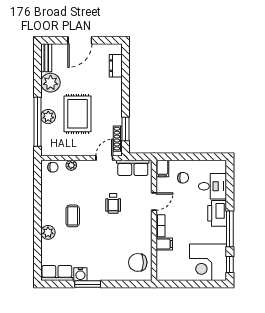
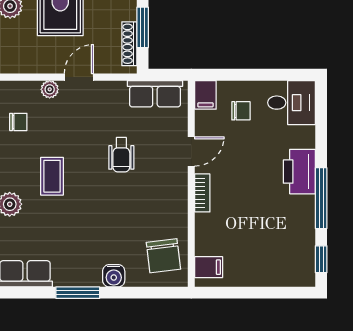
door: (104, 158) -> (79, 77), moved
chair: (53, 167) -> (18, 122), moved
desk: (213, 186) -> (291, 103), moved
filing cabinet: (164, 244) -> (209, 267), moved
chair: (138, 262) -> (163, 256), turned -97
corner desk: (208, 262) -> (284, 255), removed
water cooler: (80, 274) -> (114, 276), moved

